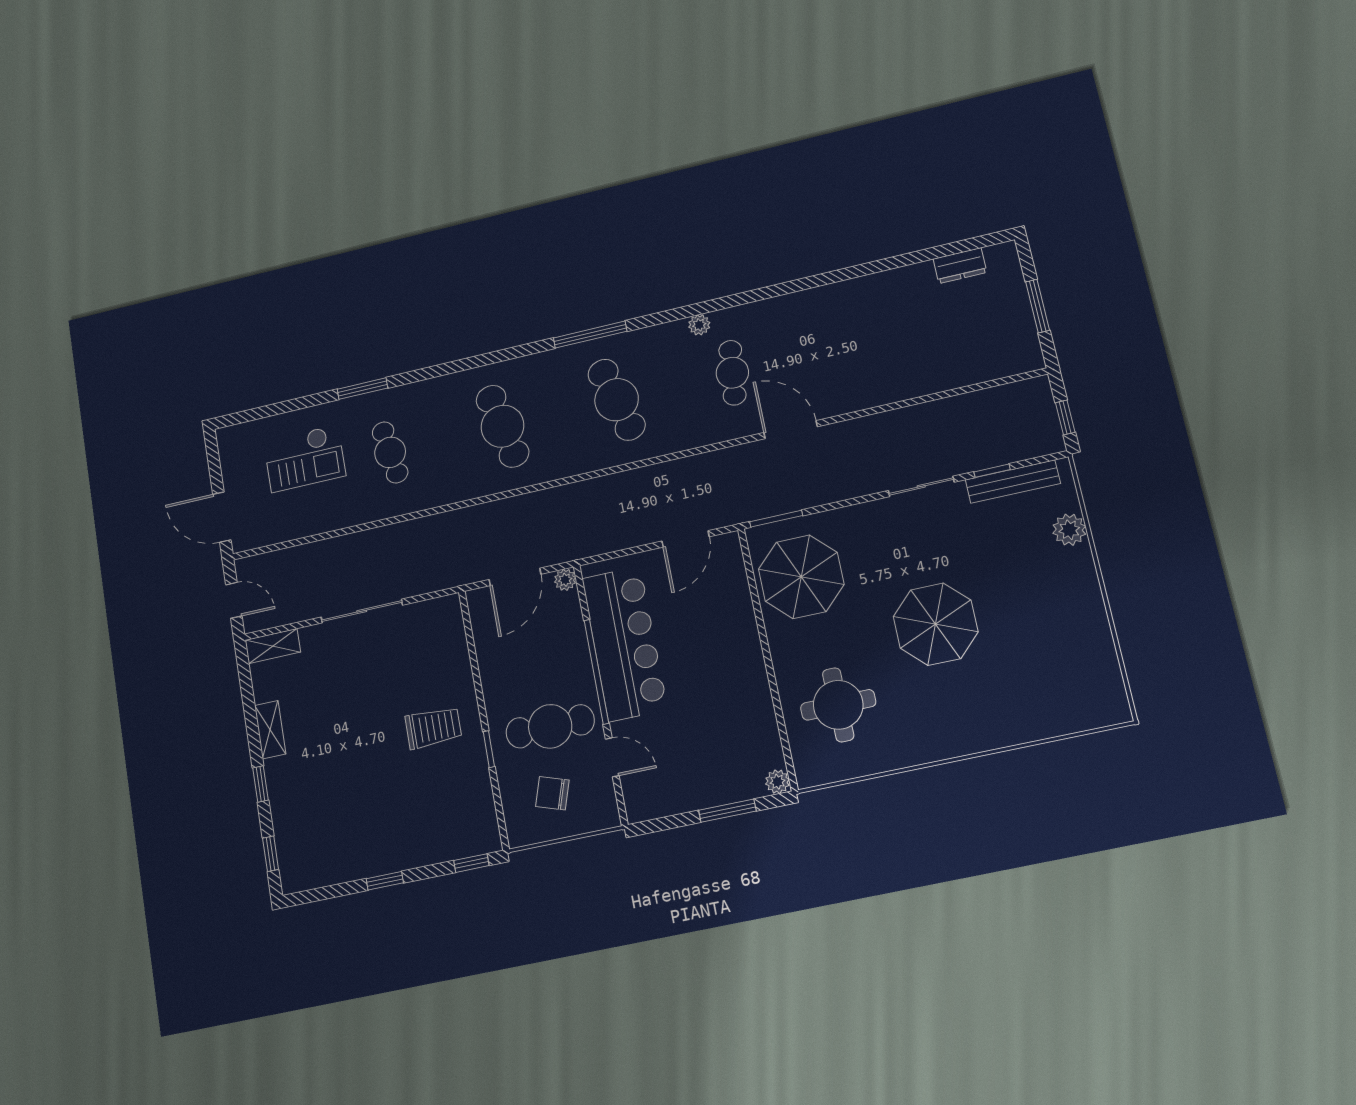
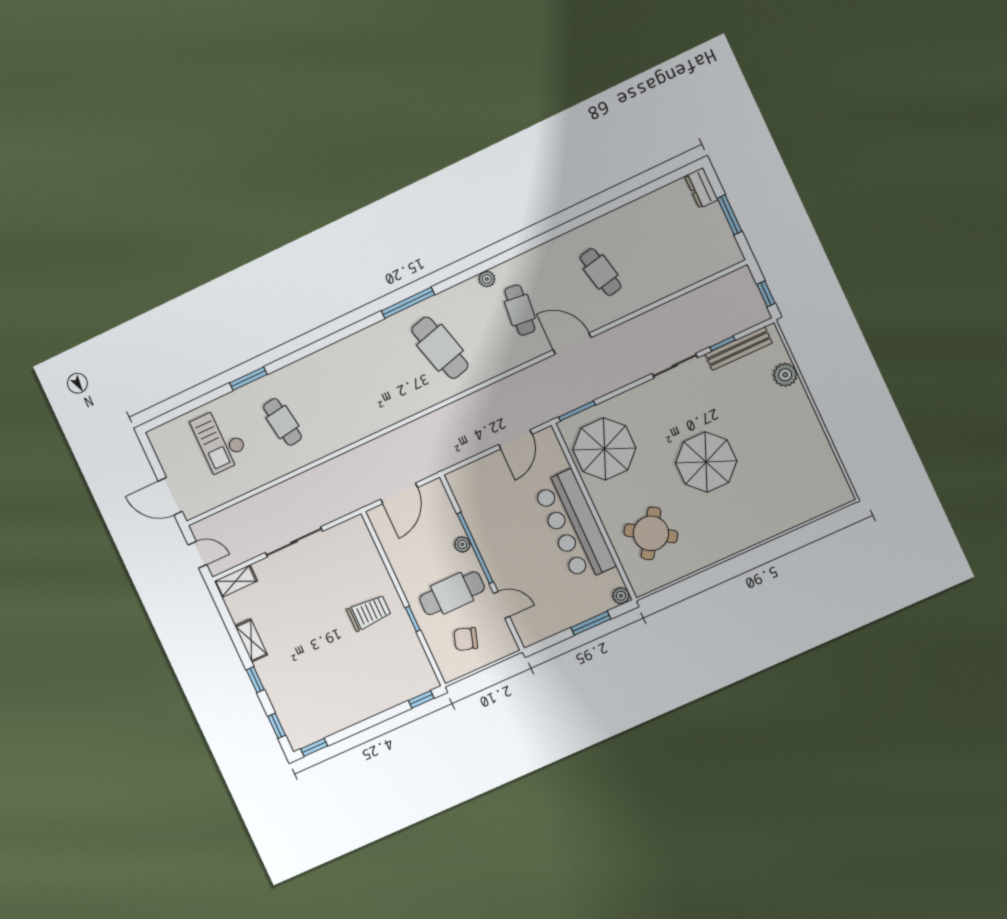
dresser: (960, 266) -> (701, 188), moved, turned 90
cafe table: (502, 426) -> (601, 272), moved, width x0.73, depth x0.74
checkout: (305, 458) -> (220, 440), turned 90
plant: (565, 580) -> (462, 544), moved
bar counter: (625, 644) -> (574, 526), moved, turned 180
round table: (838, 705) -> (651, 533), turned 33
window: (385, 881) -> (314, 747), moved

